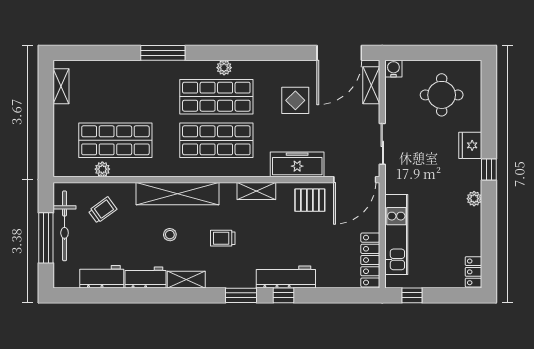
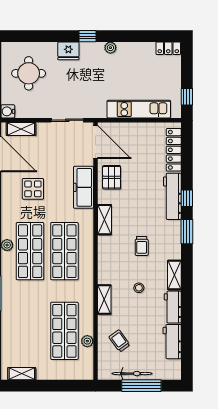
shelving: (178, 194) -> (104, 300), width x0.45, depth x0.75
bicycle: (65, 226) -> (132, 374), width x0.73, depth x0.71
locker: (370, 260) -> (174, 150), moved, turned 90

